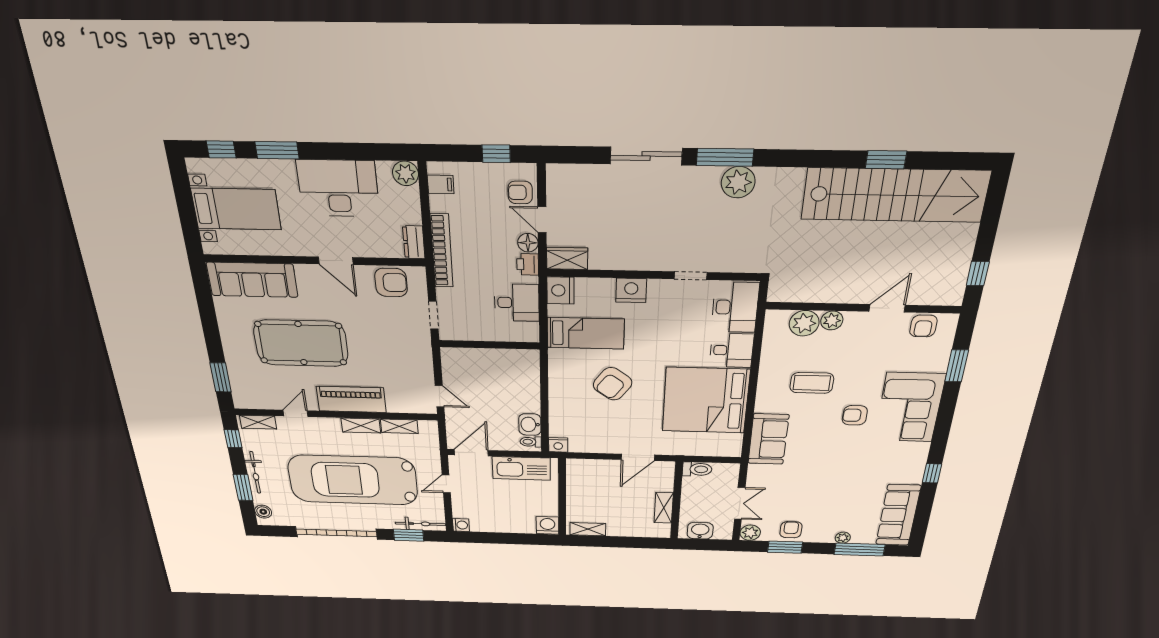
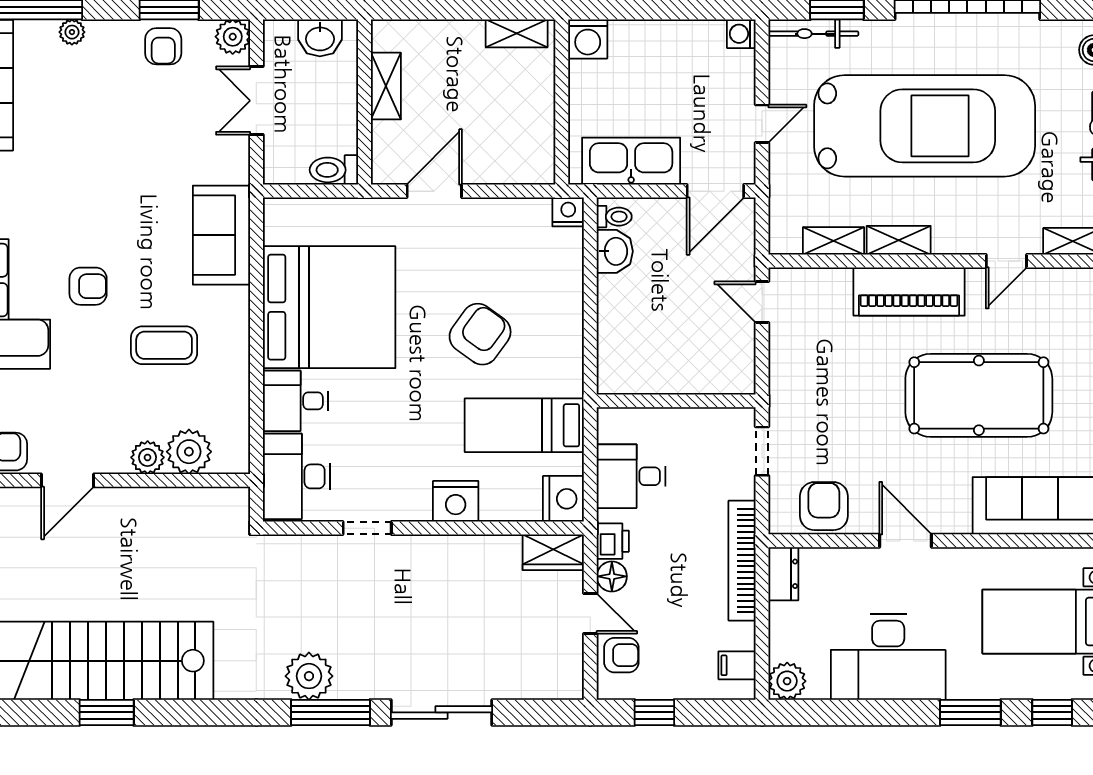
armchair: (391, 283) -> (824, 506), turned 90

